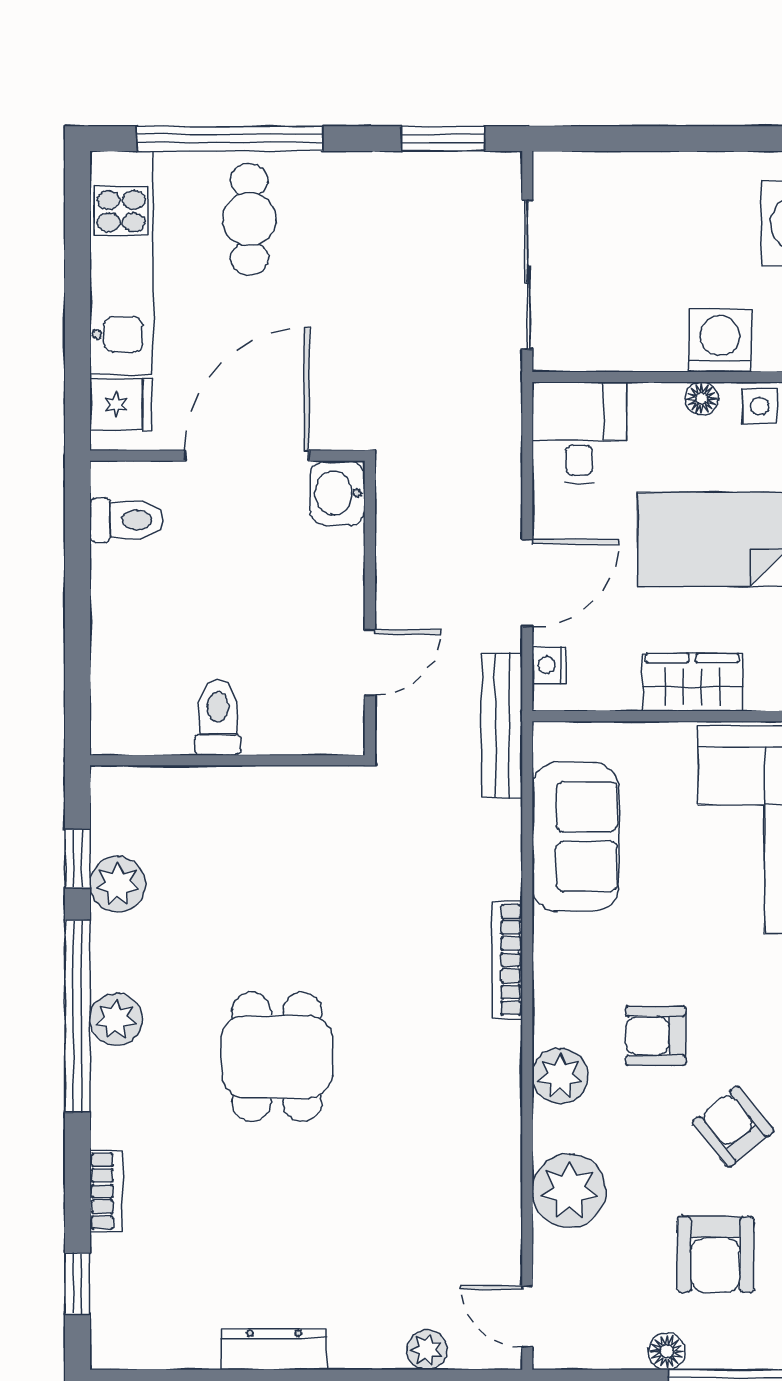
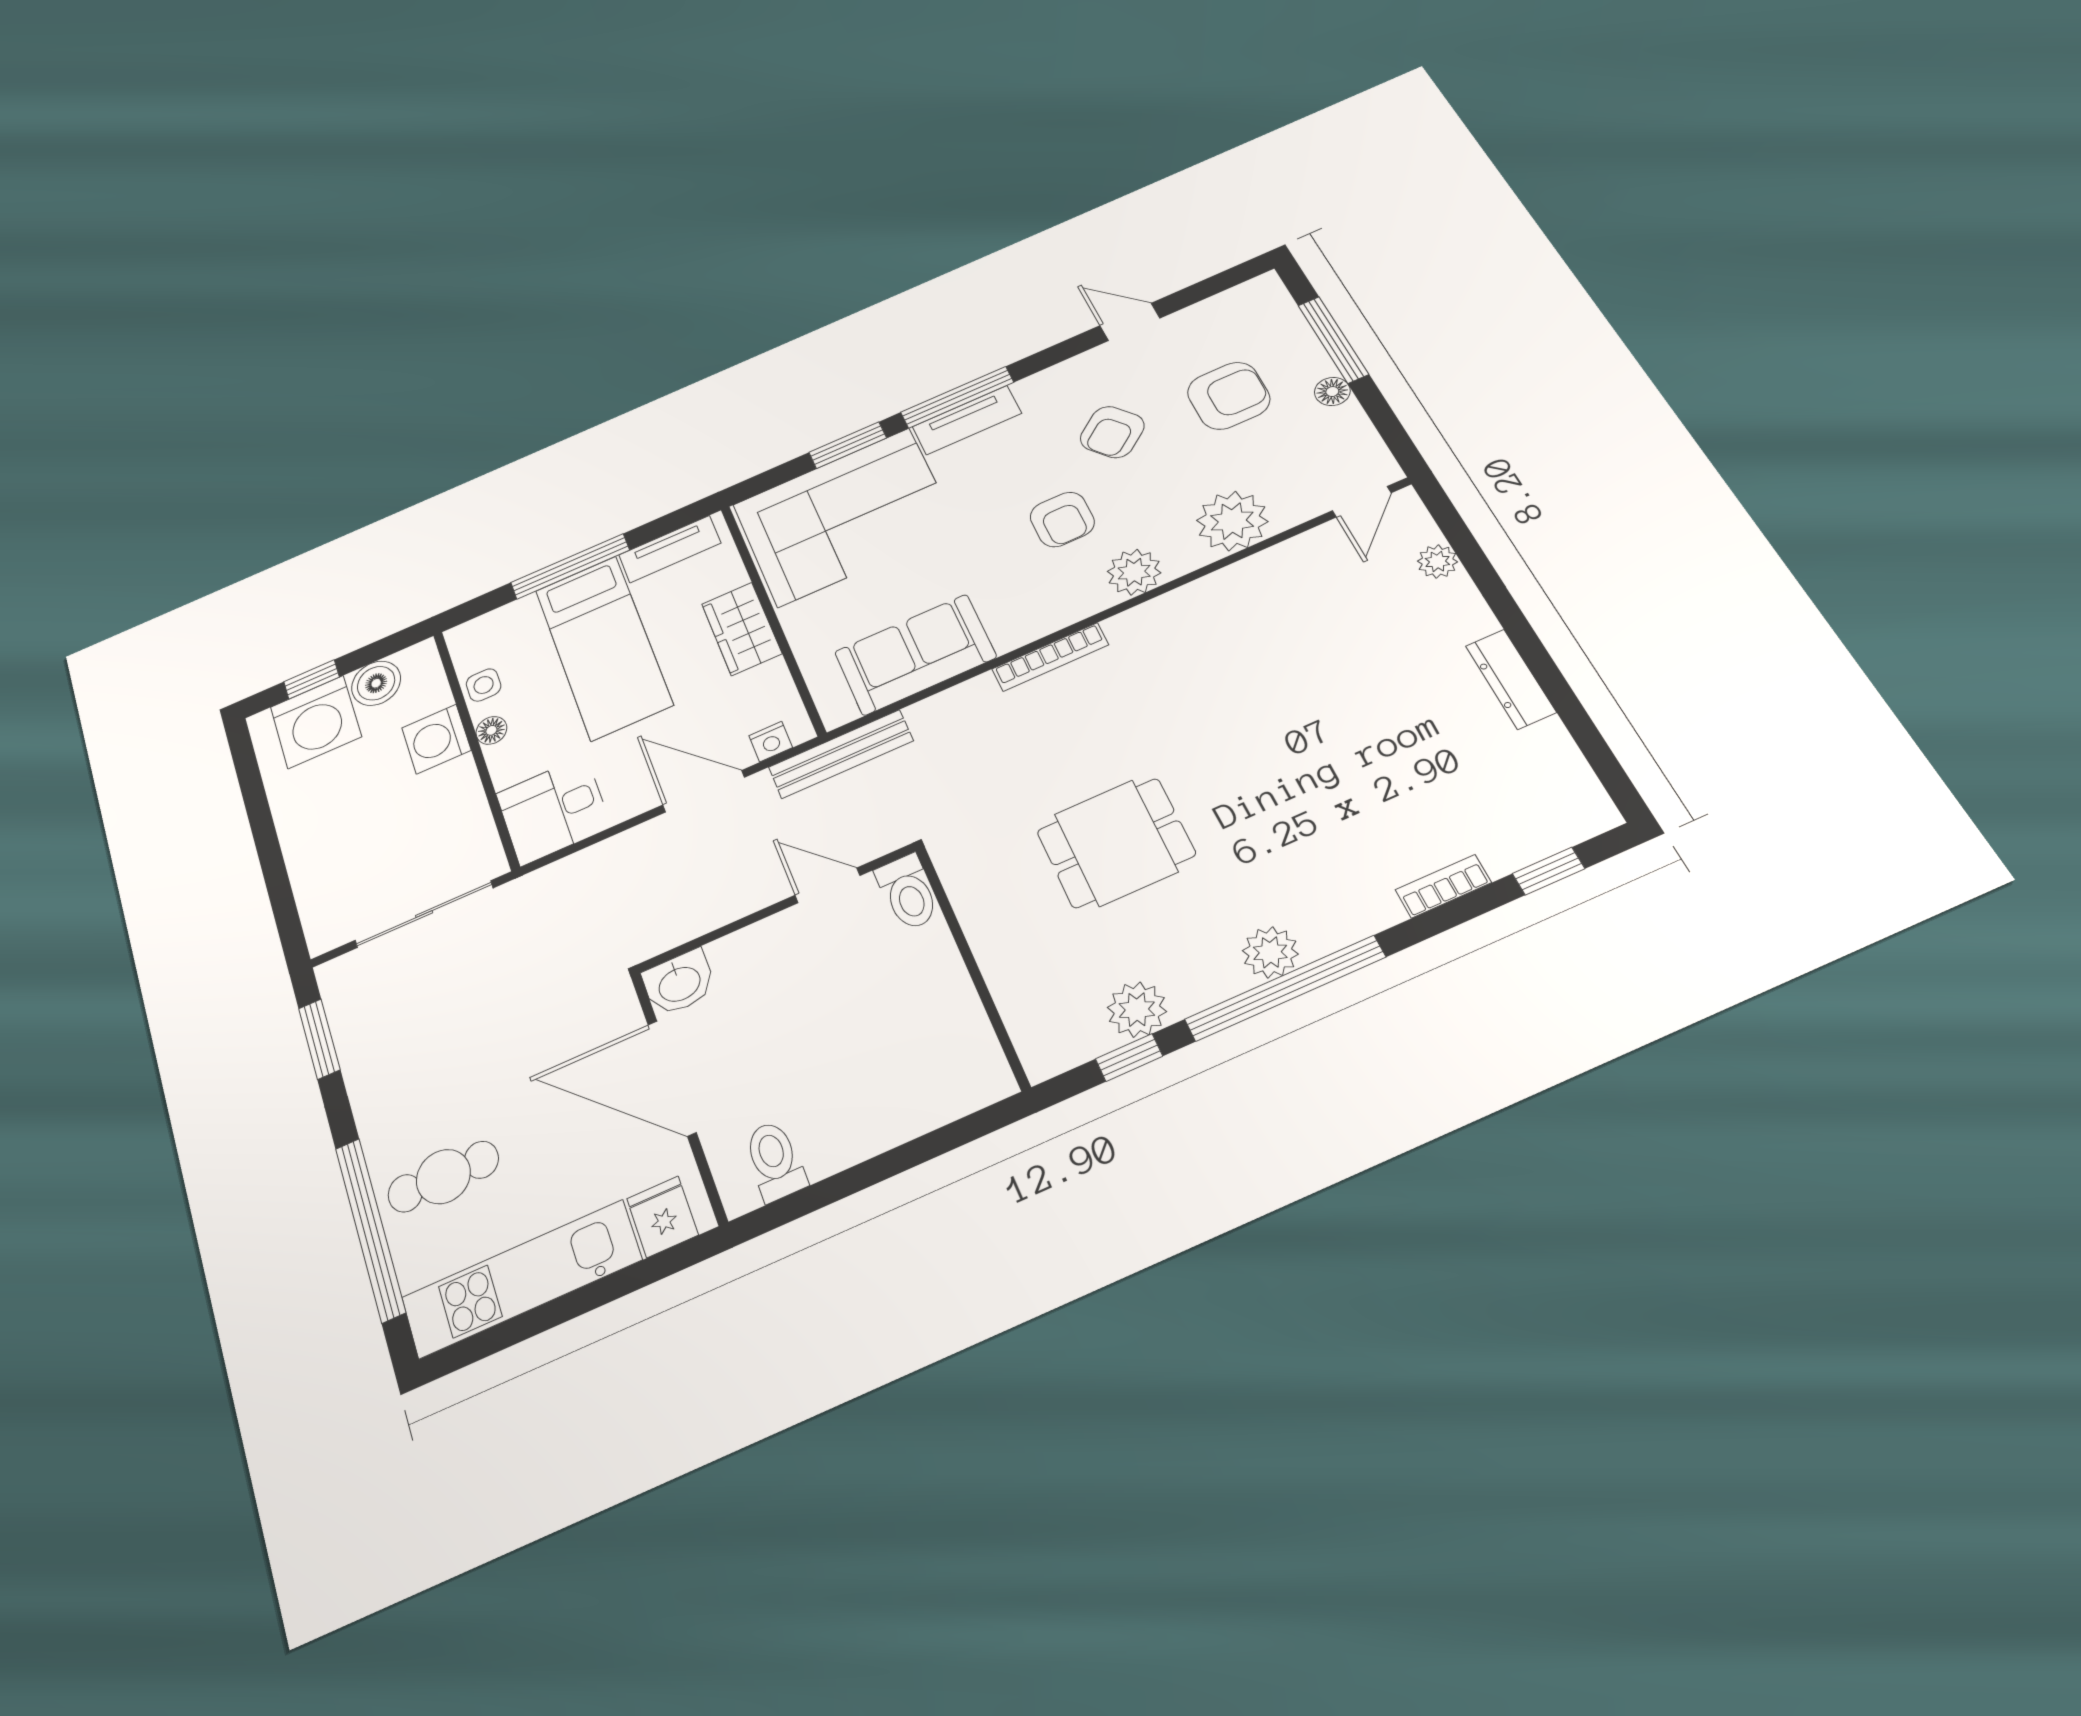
toilet: (218, 717) -> (908, 892), moved, turned -90
dining table: (277, 1057) -> (1116, 843), moved

